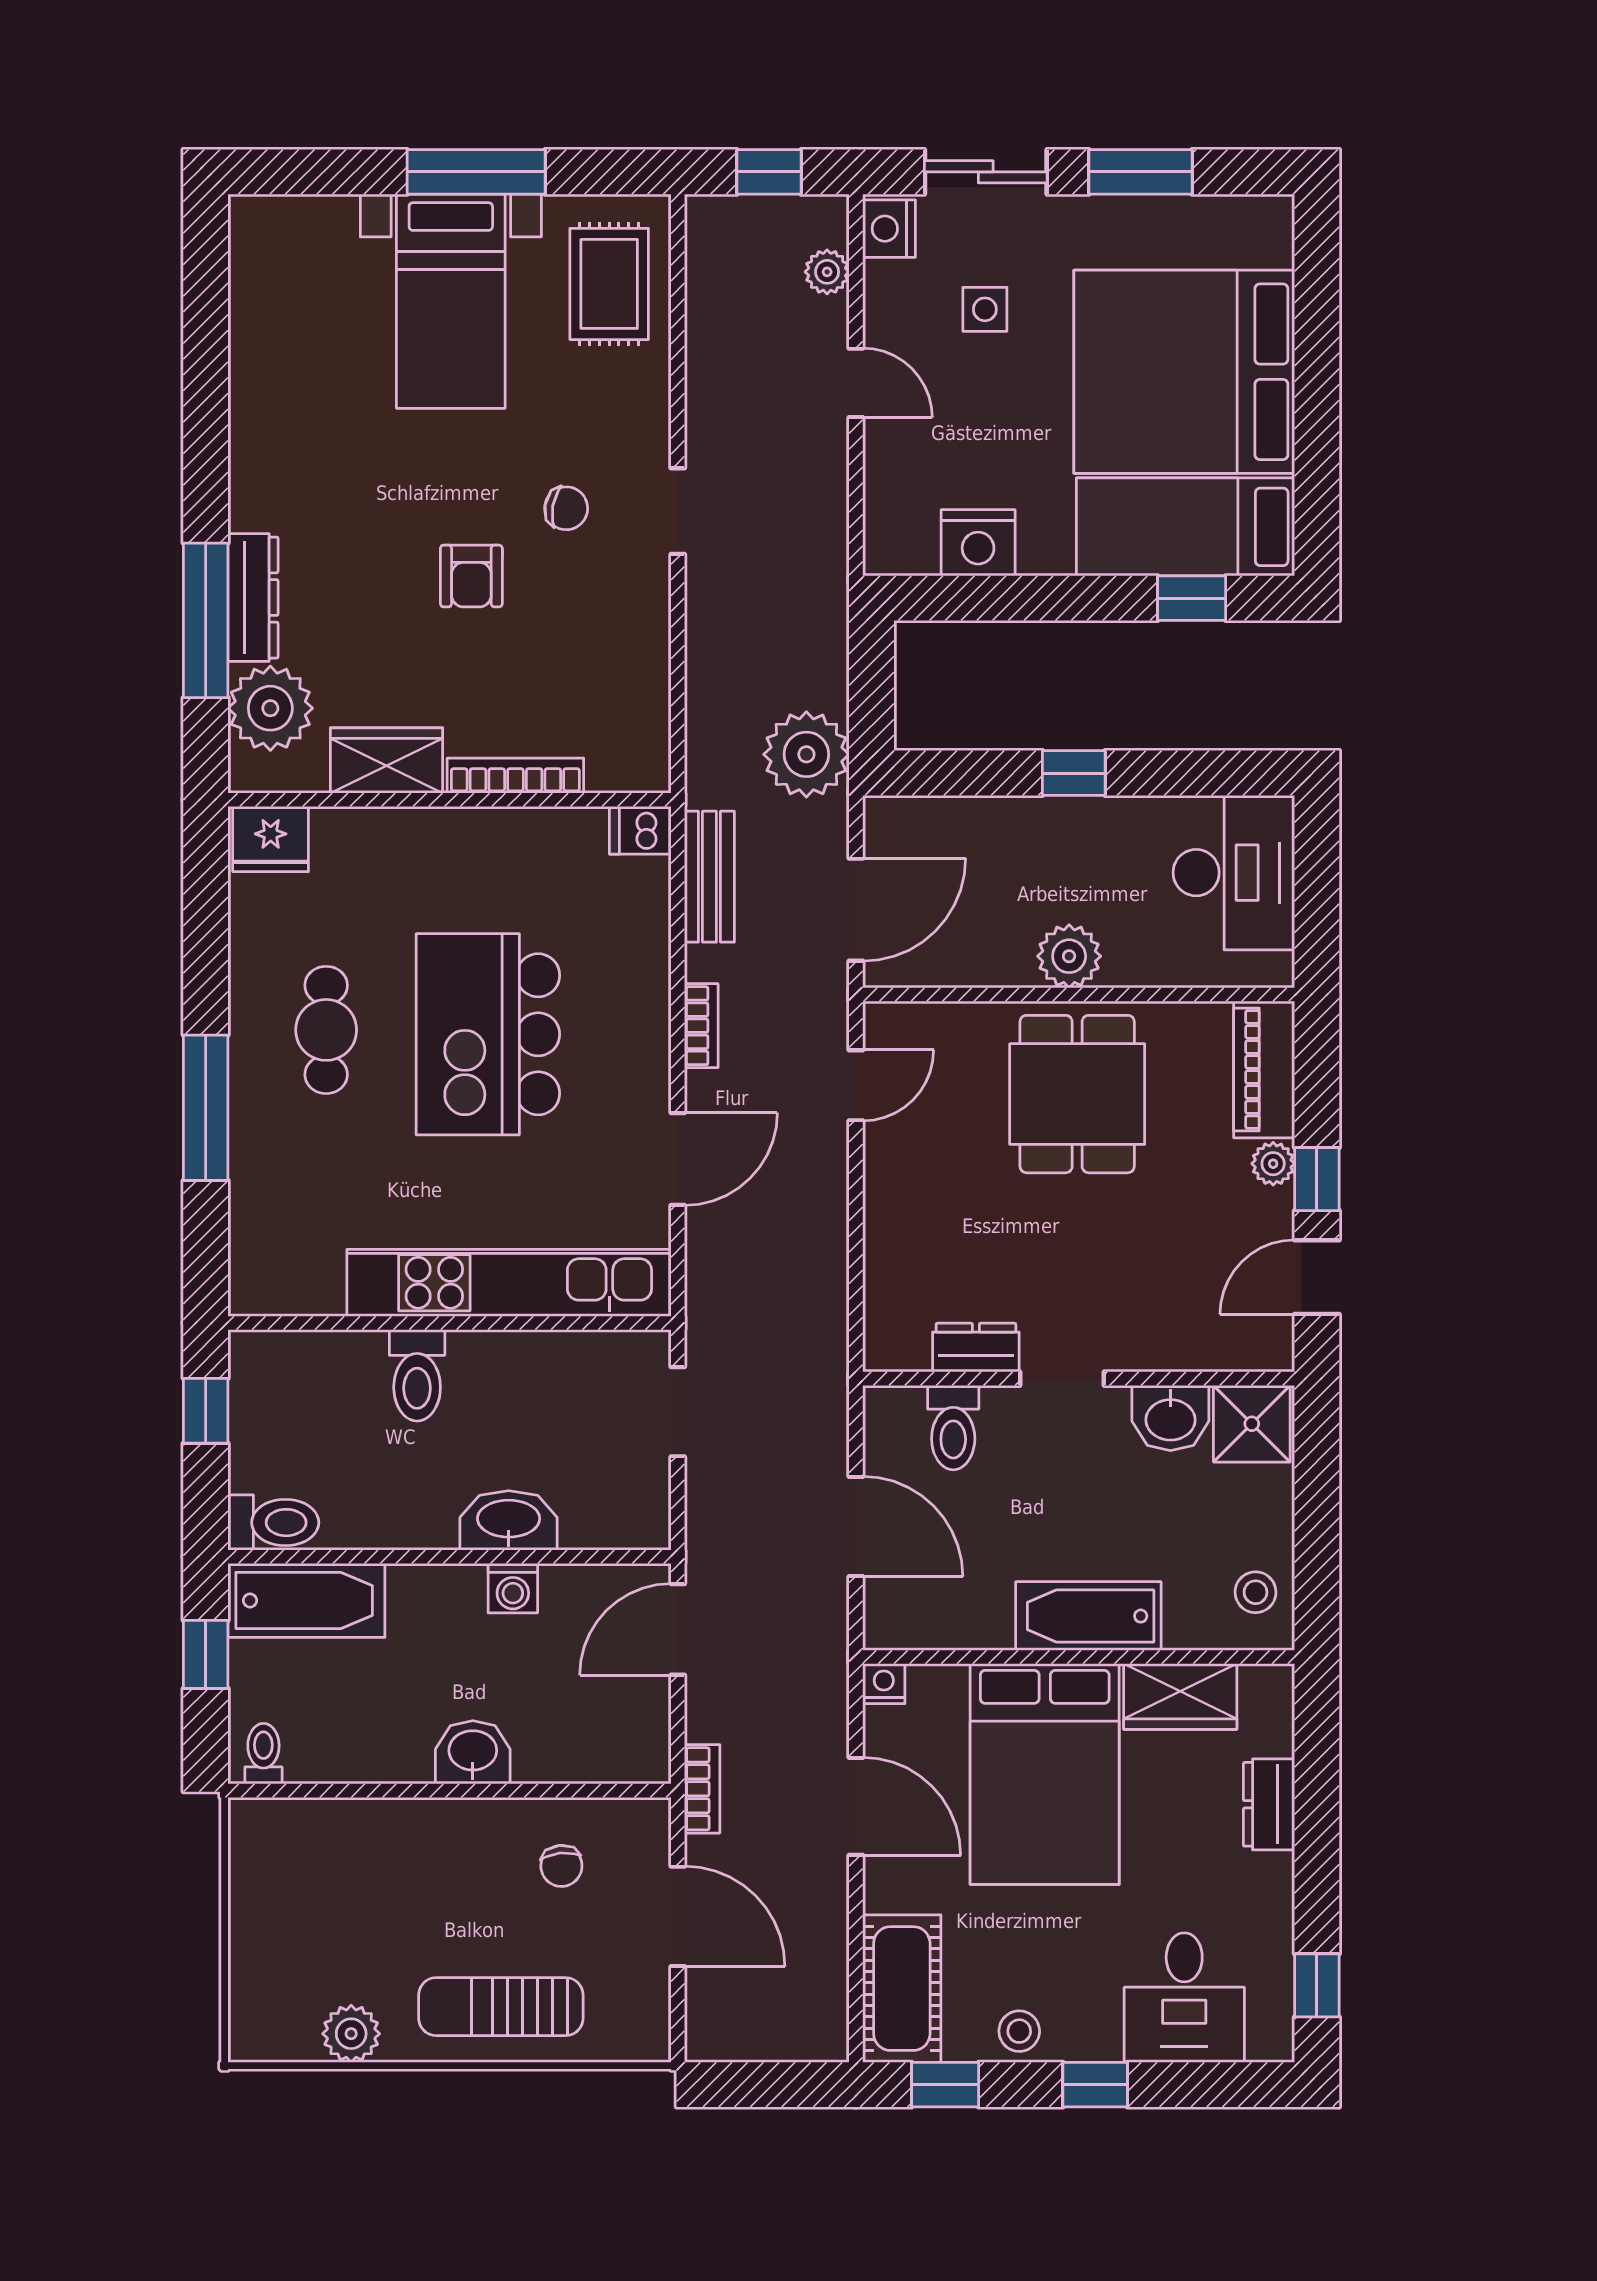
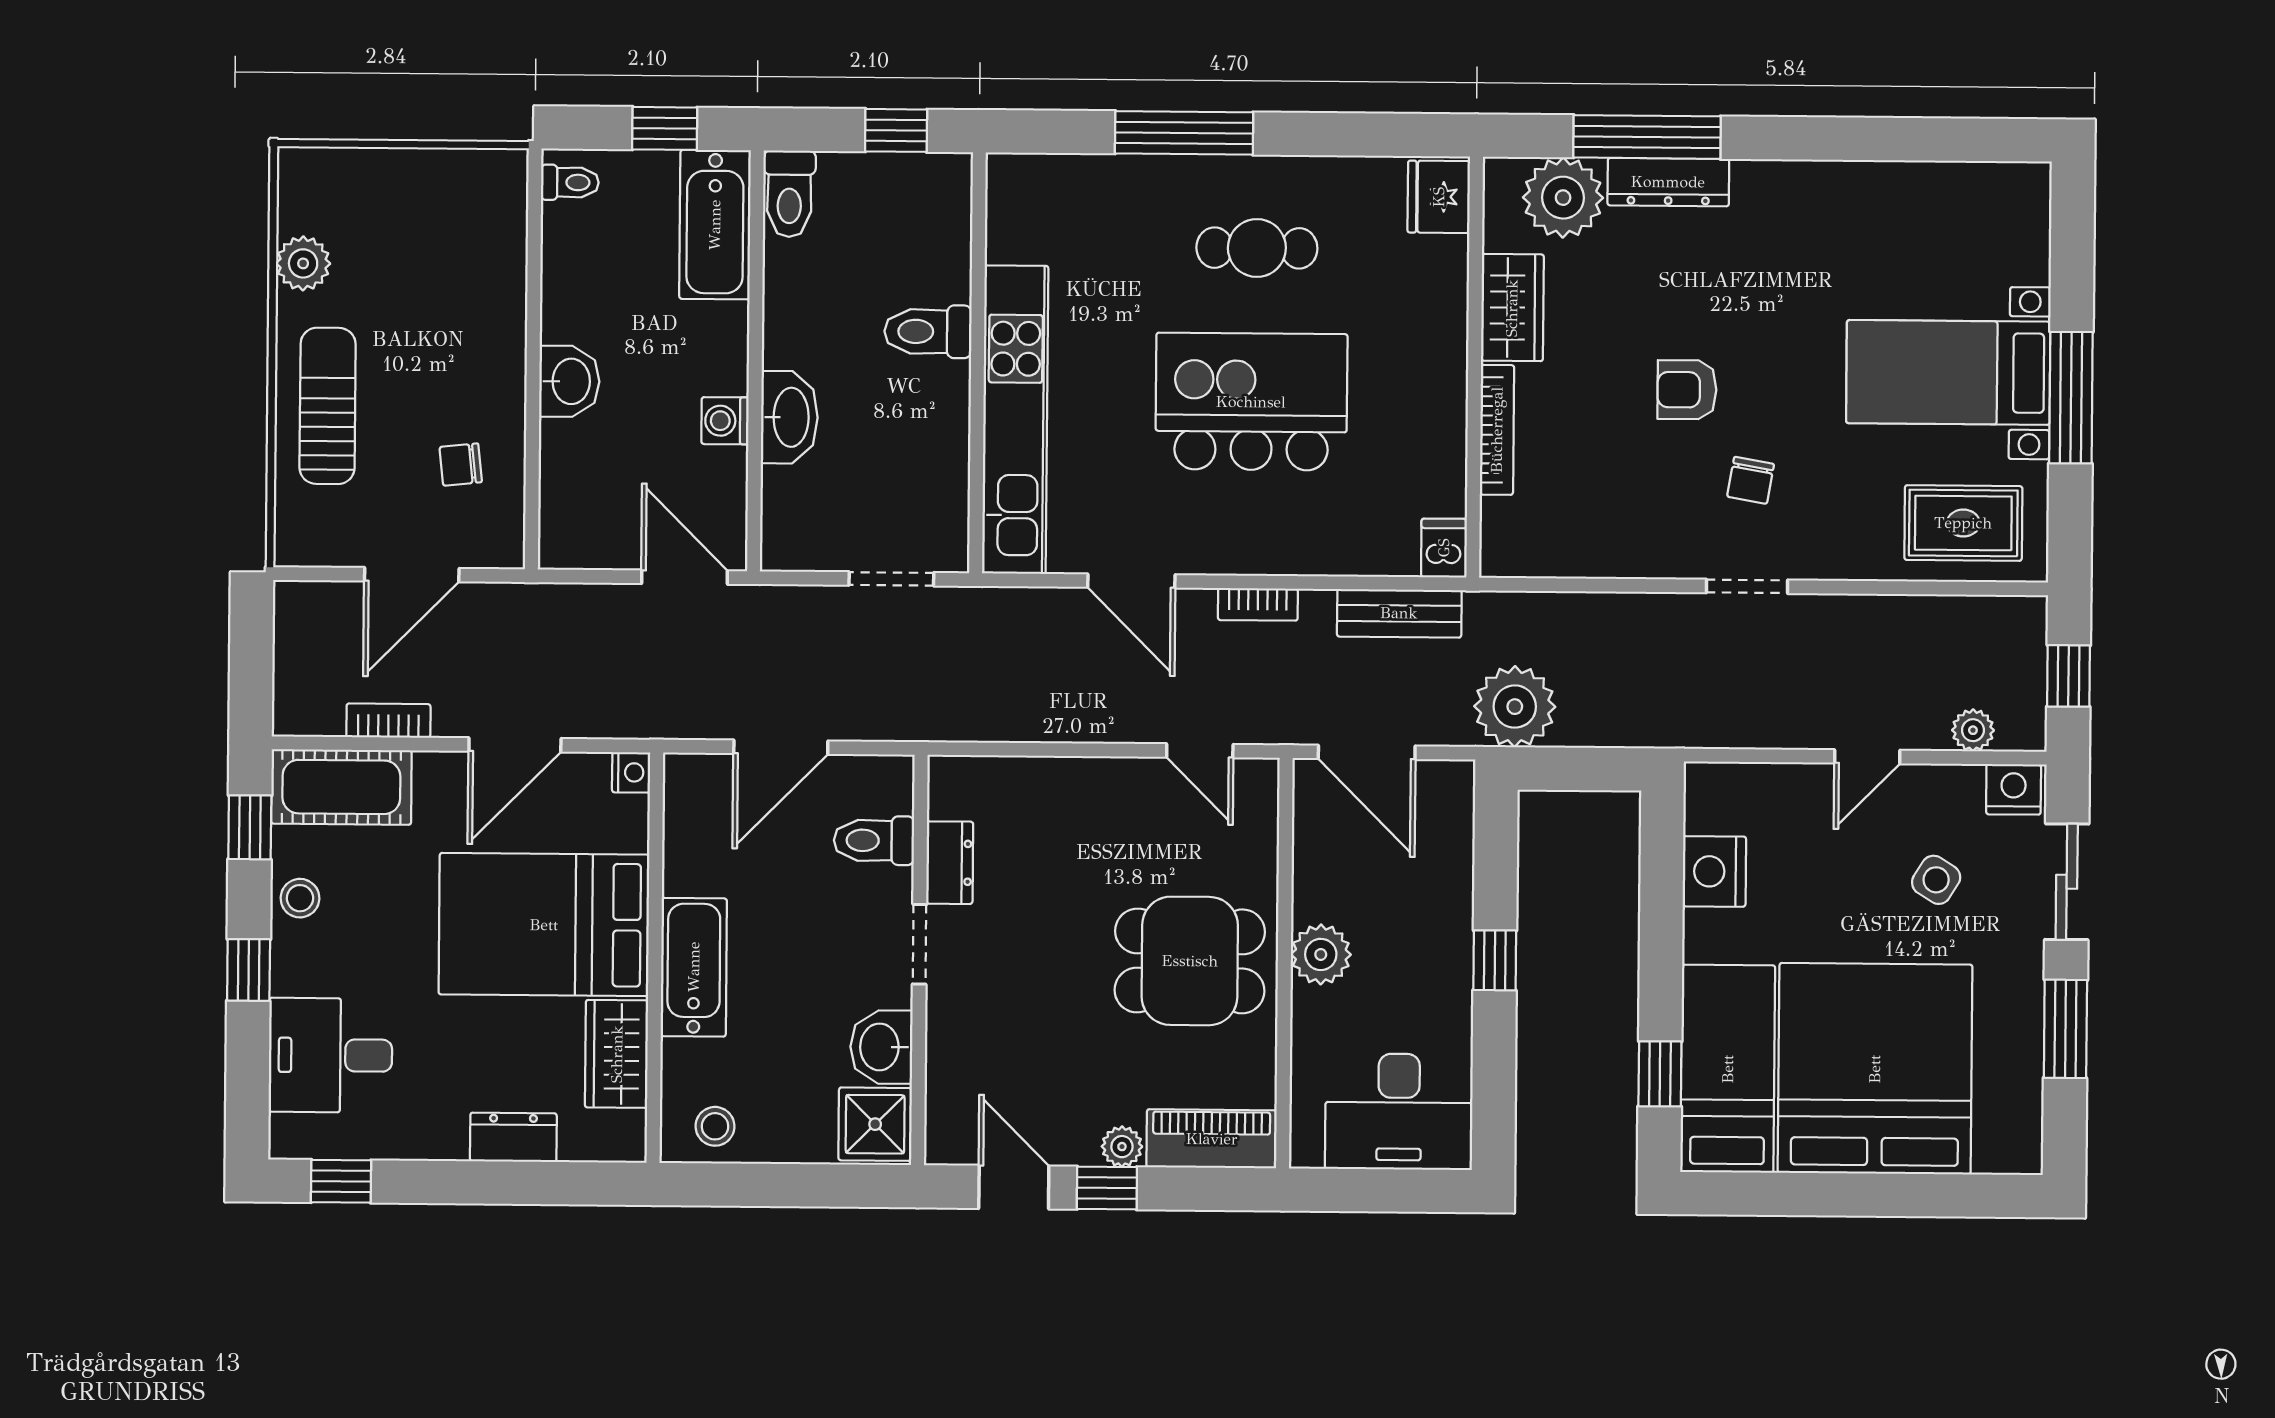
side table: (985, 309) -> (1936, 880), turned 32
bookcase: (702, 1789) -> (388, 721), moved, turned 180

